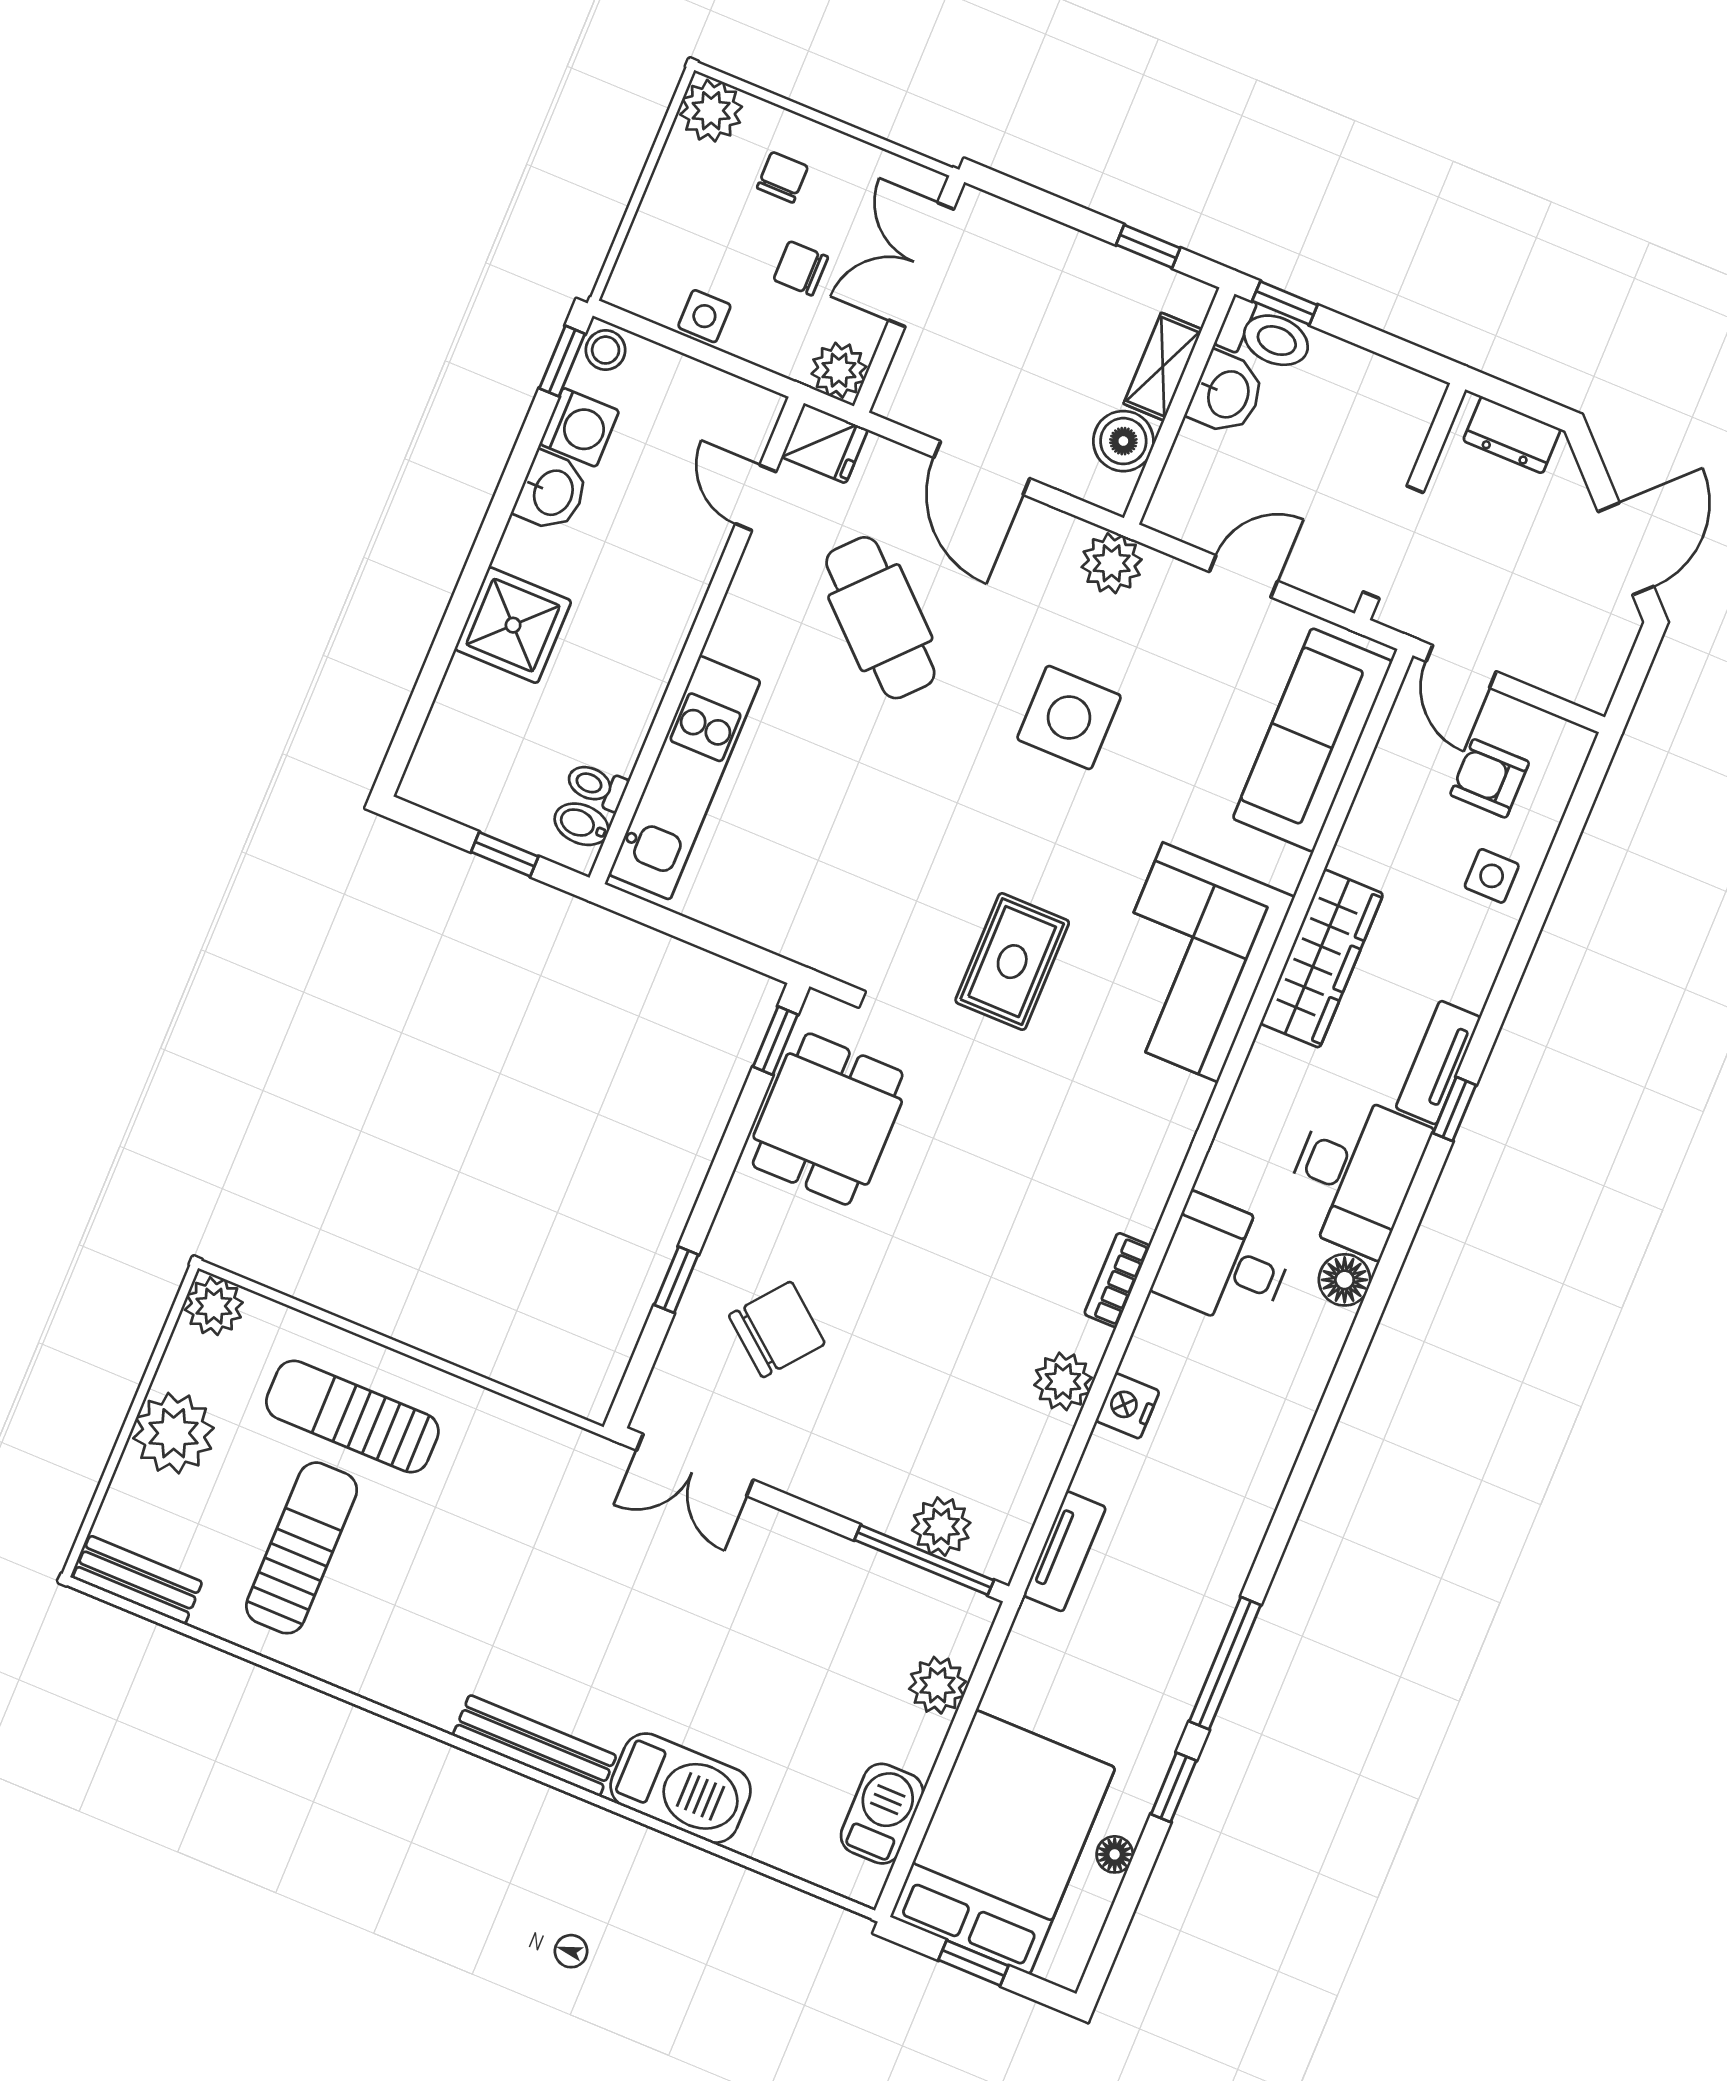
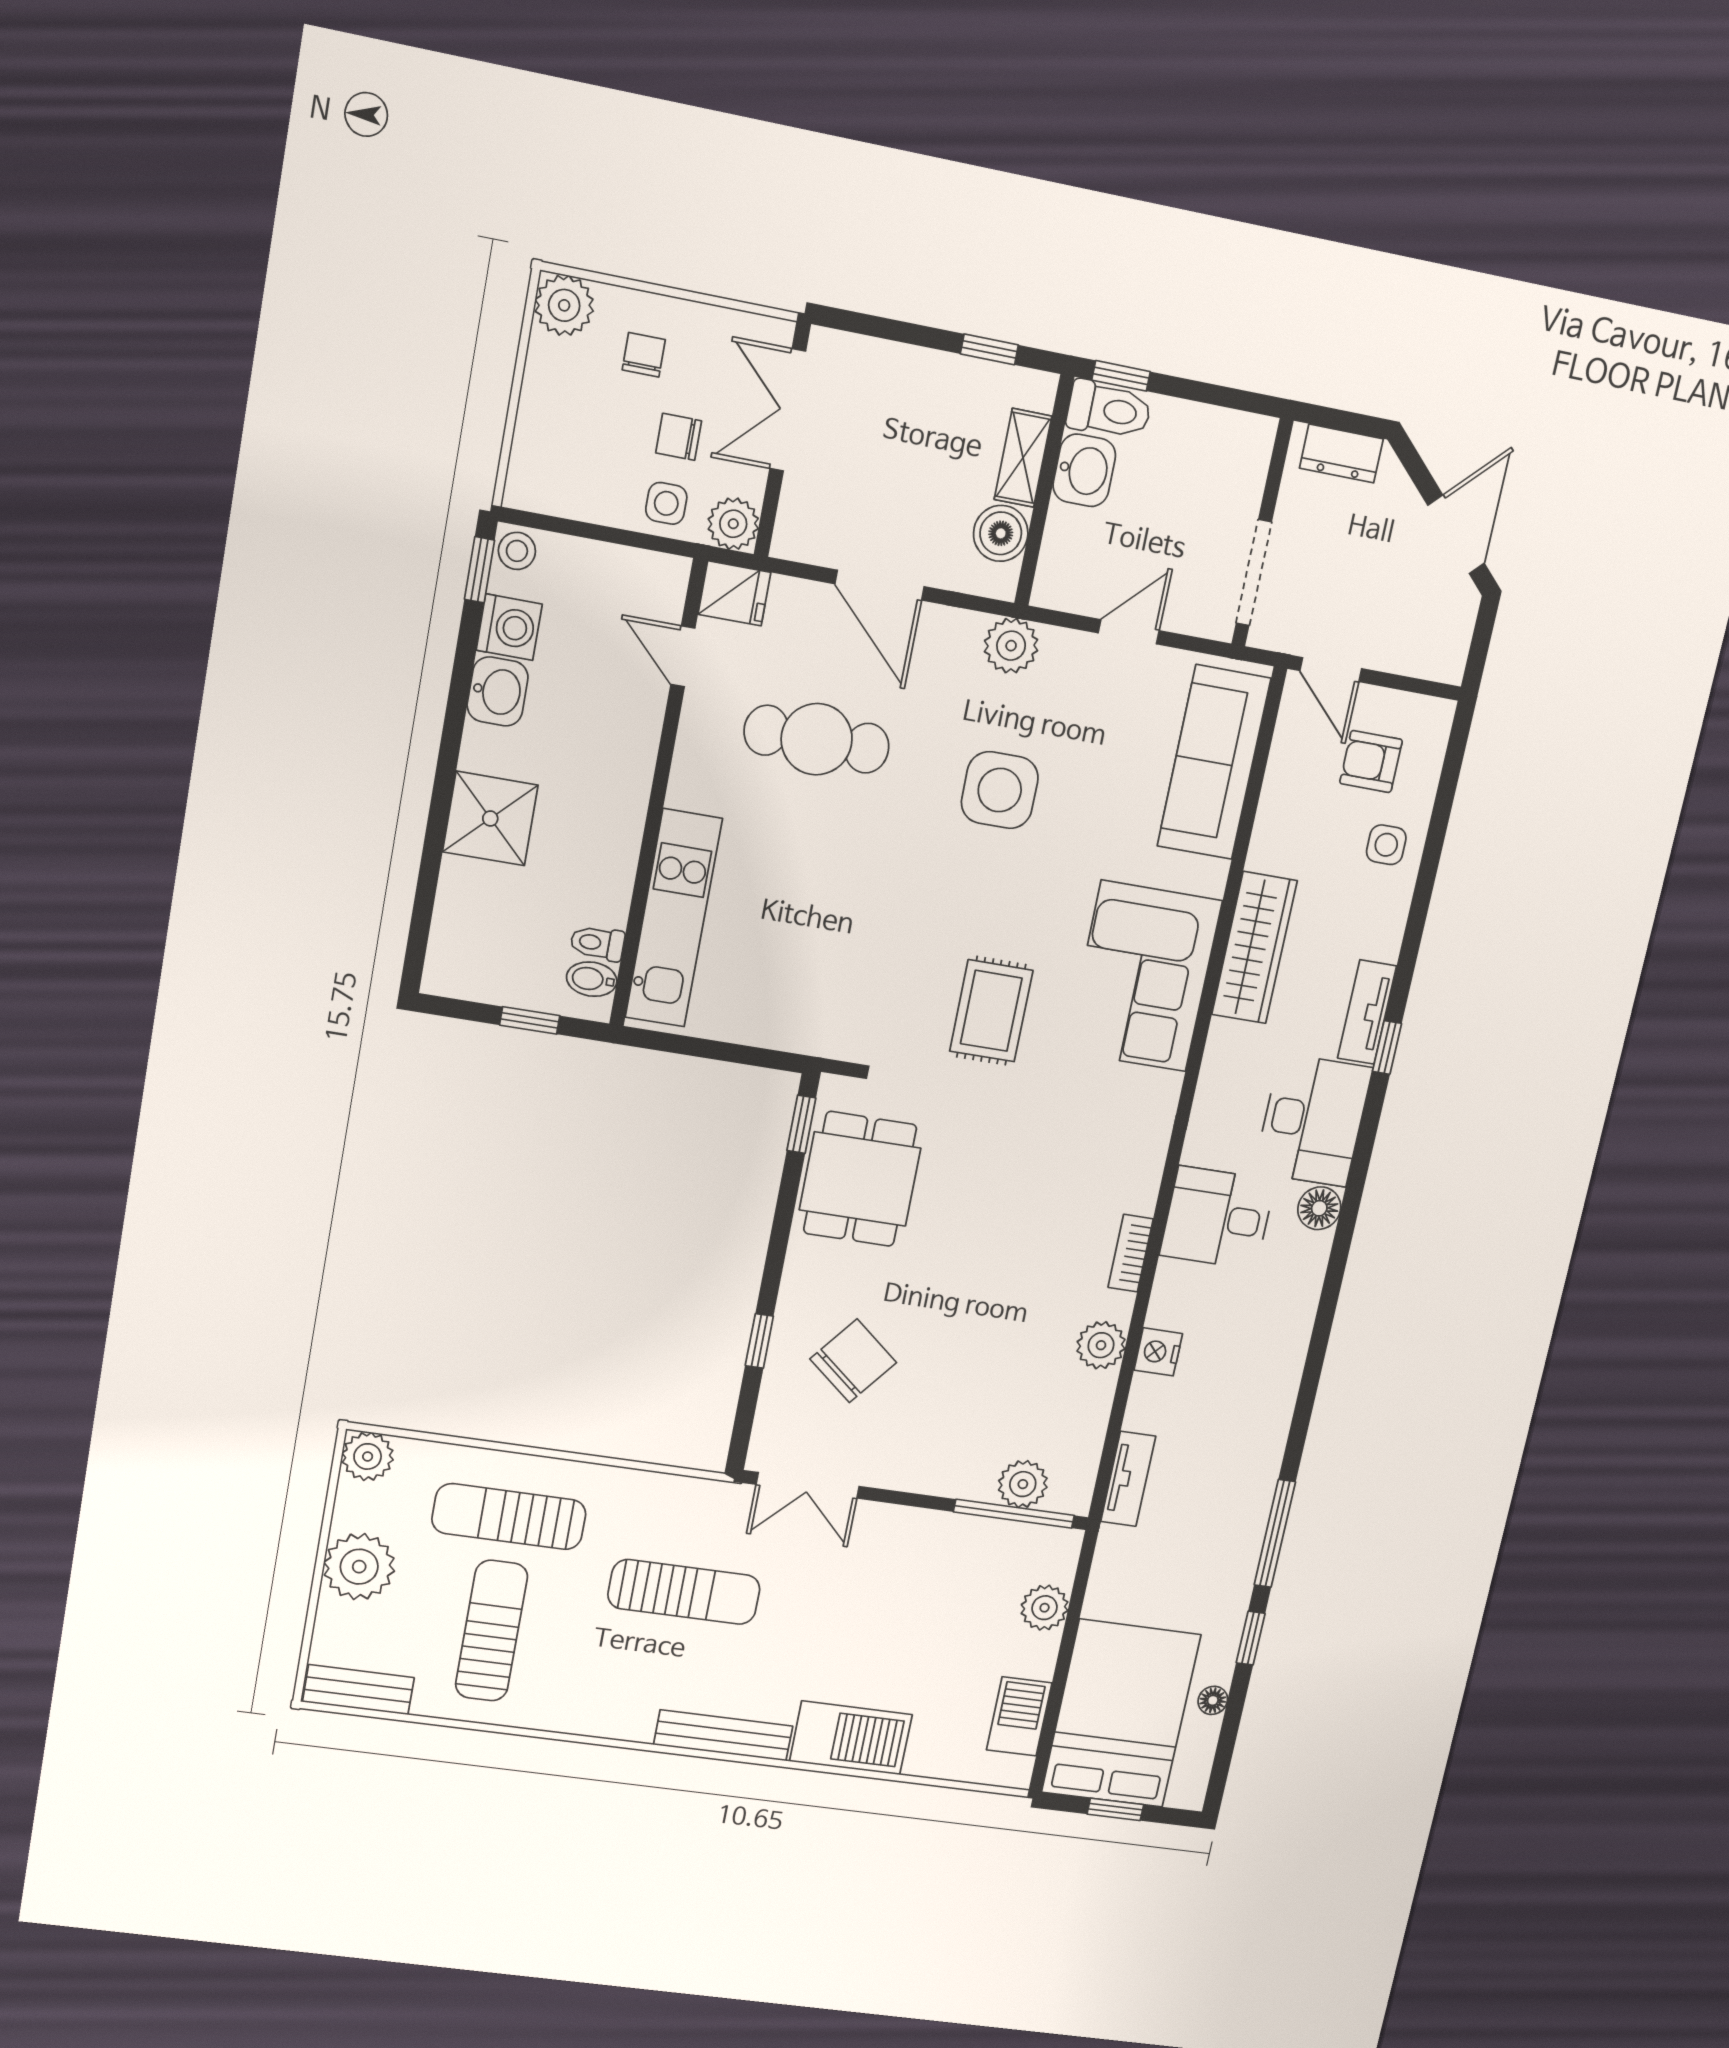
side table: (704, 316) -> (666, 503), moved
cafe table: (880, 618) -> (817, 739), turned -43
sun lounger: (528, 1558) -> (684, 1592), added

